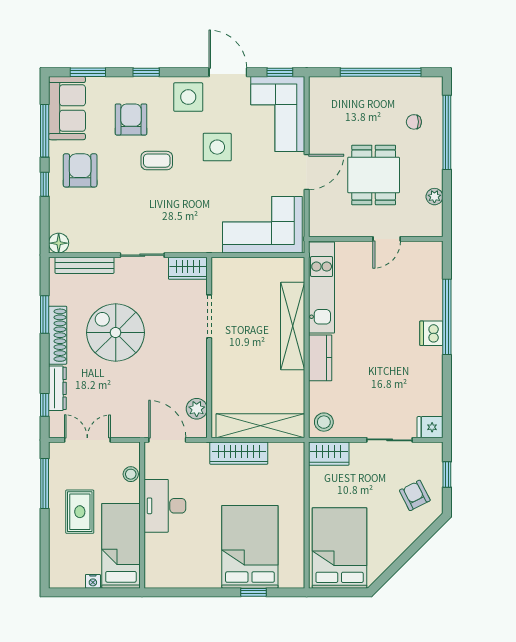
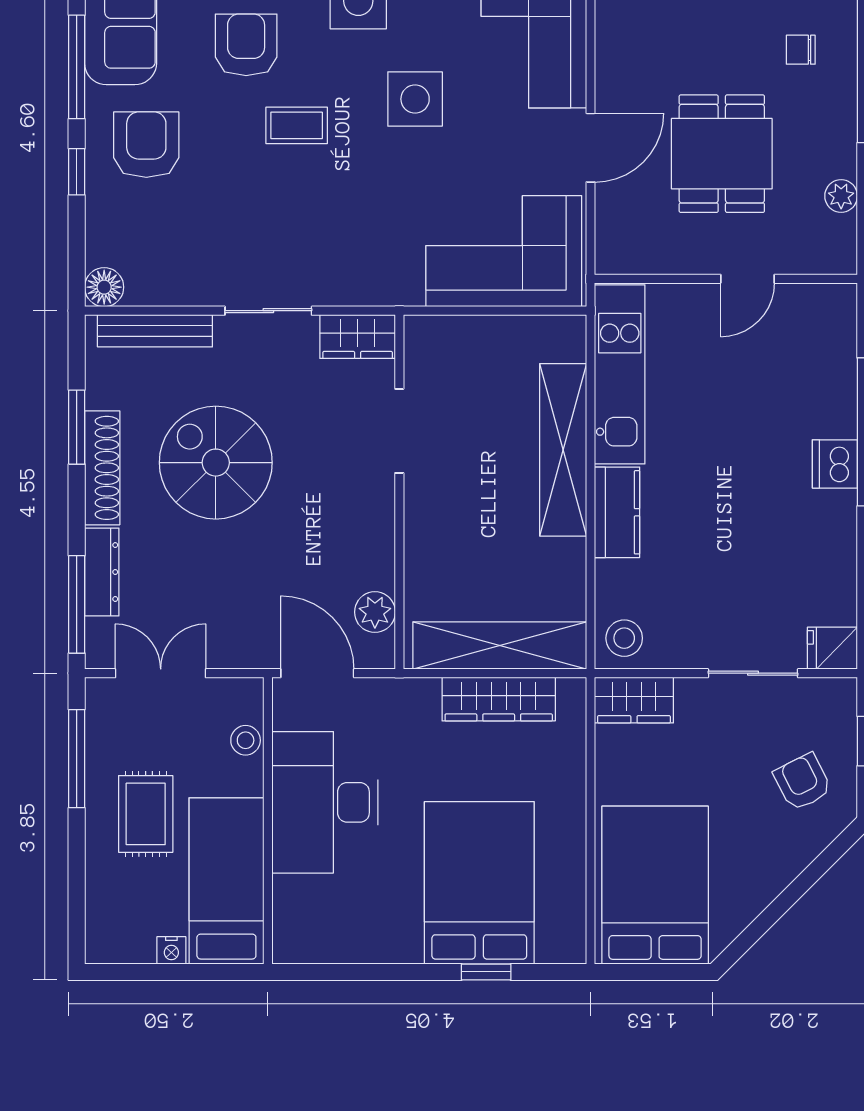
window: (45, 405) -> (77, 604), width x2.17
wardrobe: (239, 453) -> (499, 699), moved
desk: (165, 506) -> (325, 802), width x1.36, depth x1.30

